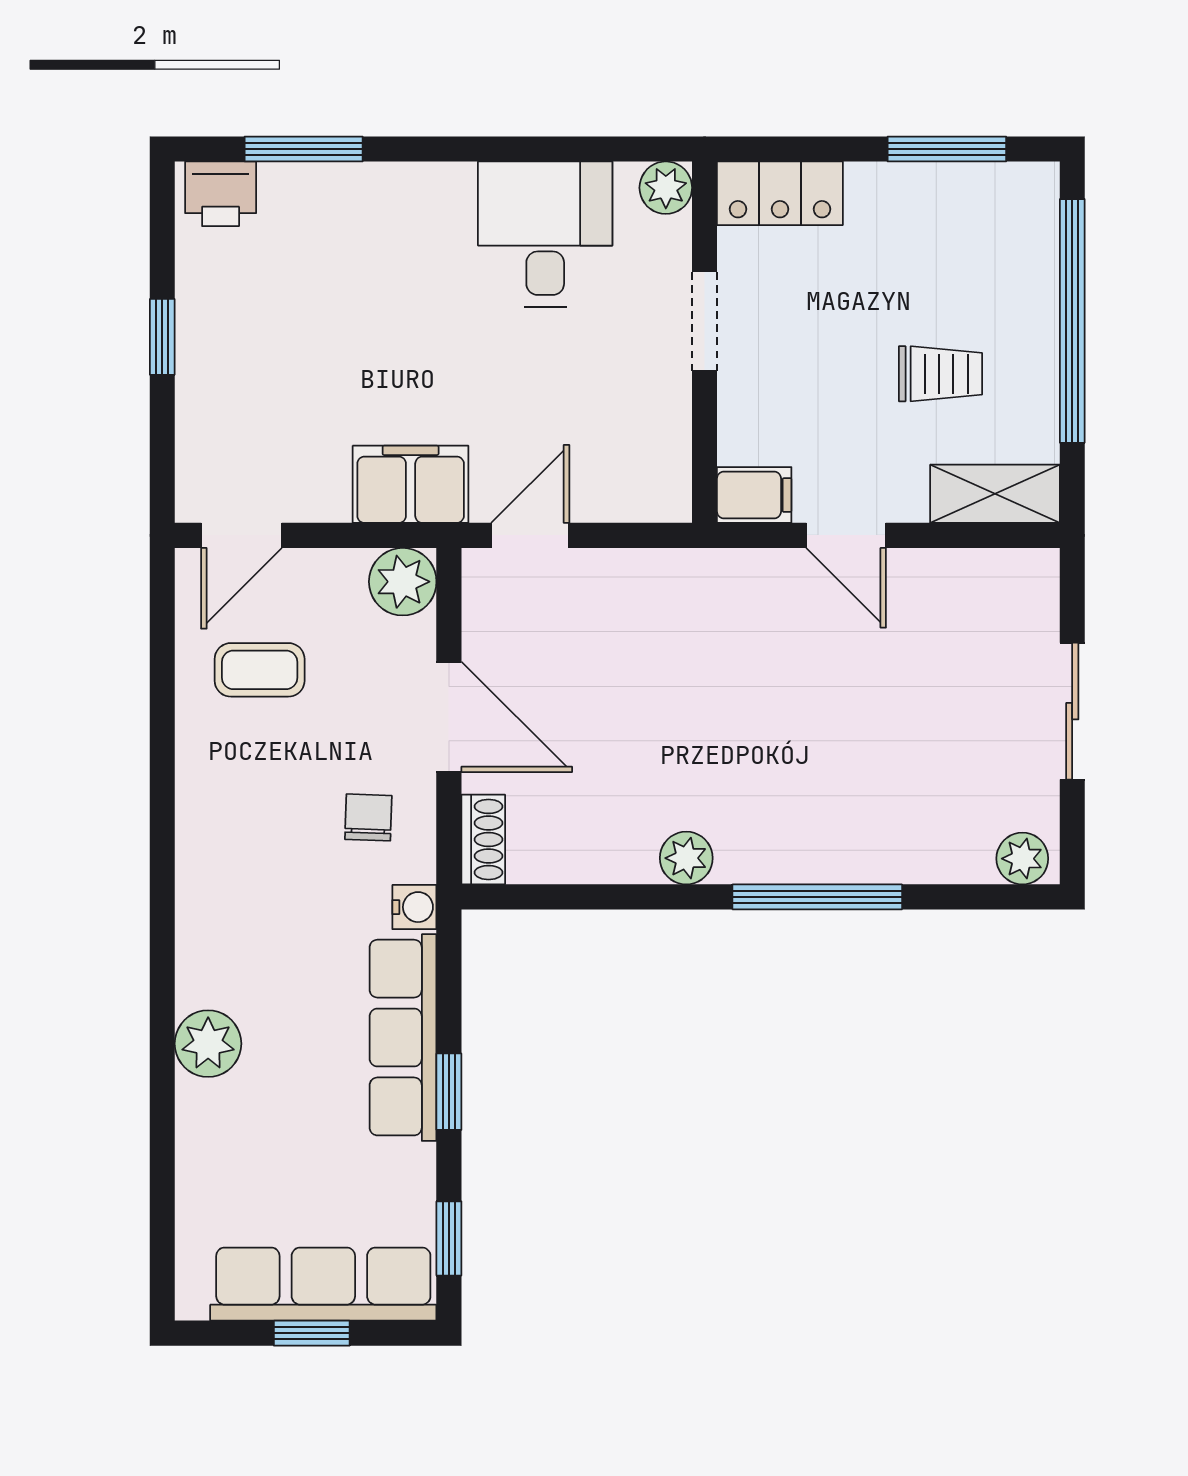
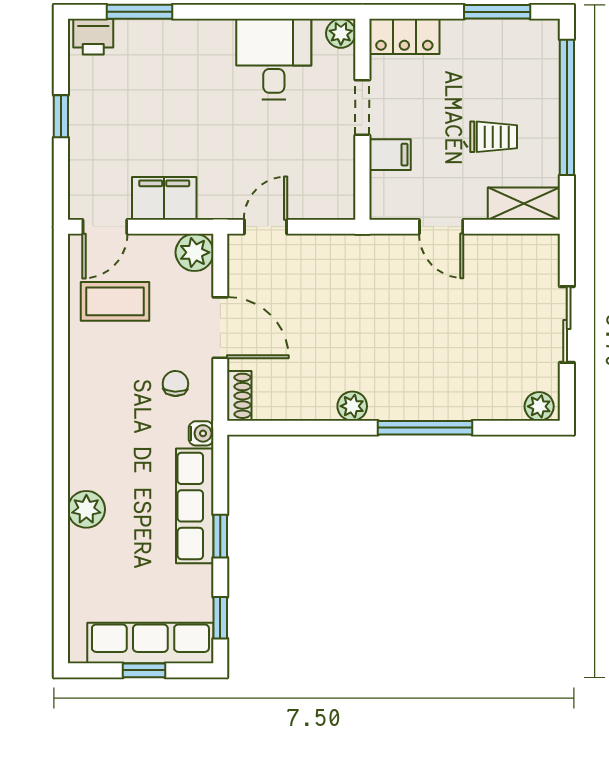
filing cabinet: (411, 484) -> (164, 198), moved
filing cabinet: (754, 495) -> (390, 155), moved
coffee table: (260, 670) -> (115, 301), width x1.36, depth x1.30

